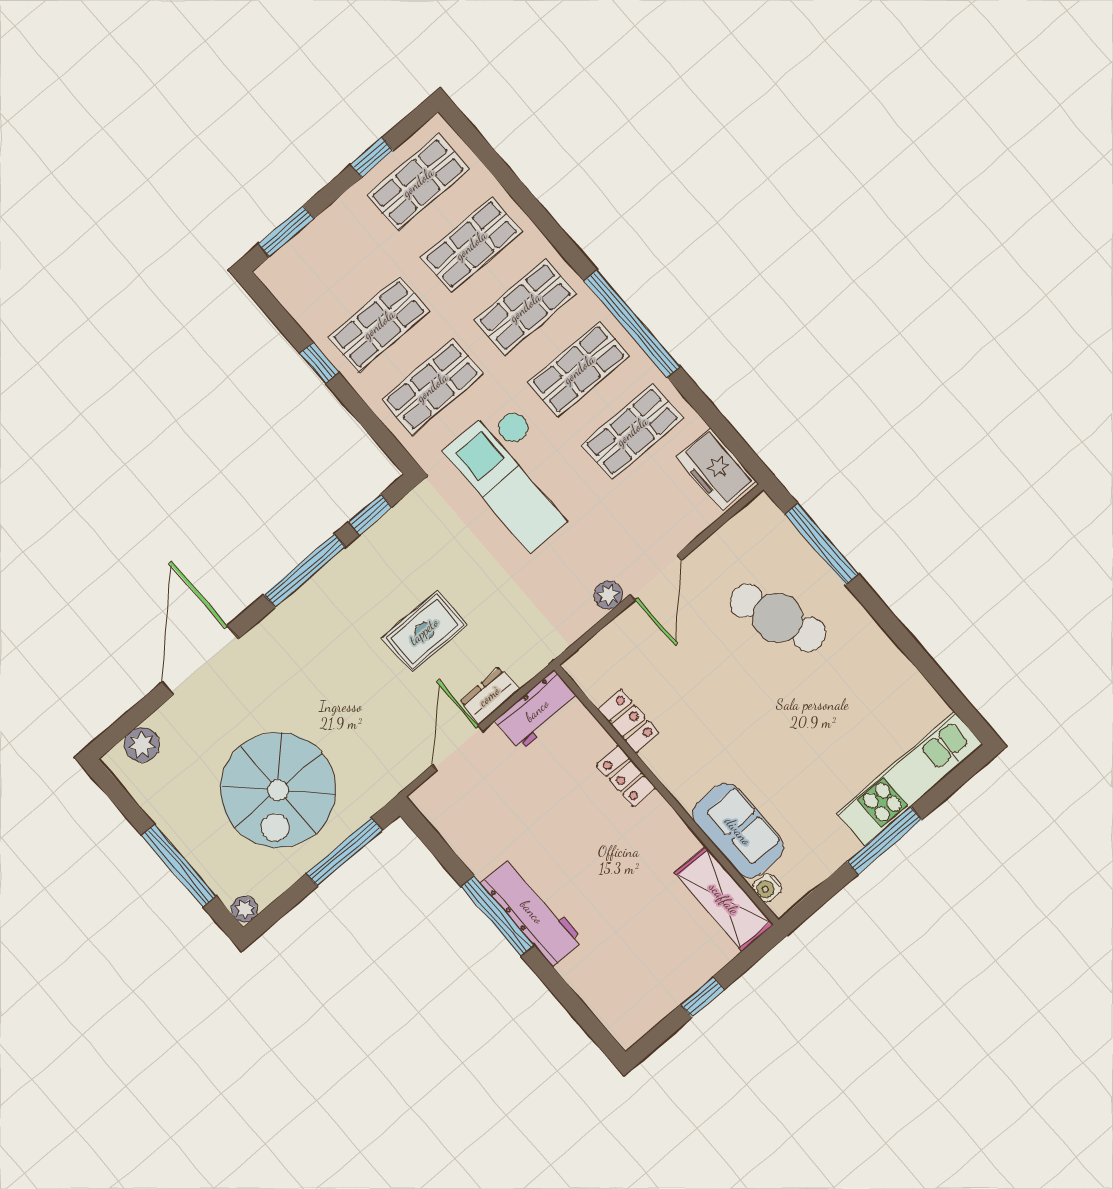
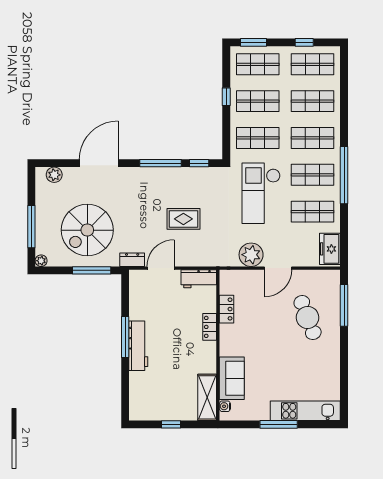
shop shelf: (325, 262) -> (258, 64), added
plant: (608, 595) -> (251, 255), width x1.88, depth x1.88
dresser: (489, 696) -> (132, 260), moved

